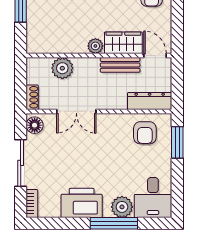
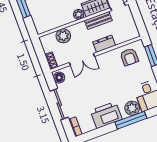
dresser: (150, 101) -> (104, 44), moved, width x0.70

